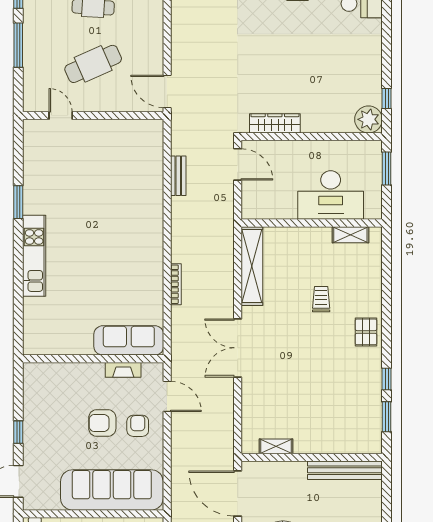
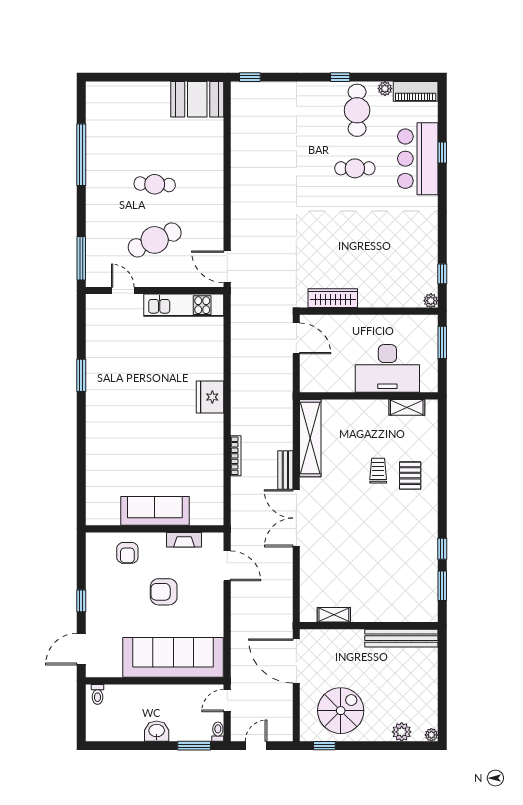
window: (18, 45) -> (81, 258), moved
plant: (368, 119) -> (431, 301), width x0.53, depth x0.53
bench: (178, 176) -> (285, 470), moved
fridge: (150, 224) -> (210, 397), added
kitchen unit: (34, 256) -> (184, 305), moved, turned 90
pallet: (366, 332) -> (410, 476), moved
sofa: (129, 340) -> (155, 511), moved
armchair: (138, 426) -> (127, 553), moved, turned 180

